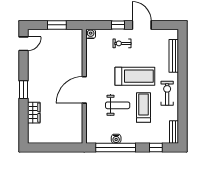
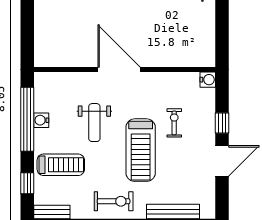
window: (57, 25) -> (222, 26), removed
exercise bike: (122, 43) -> (174, 123), moved
treadmill: (143, 108) -> (61, 165), moved

